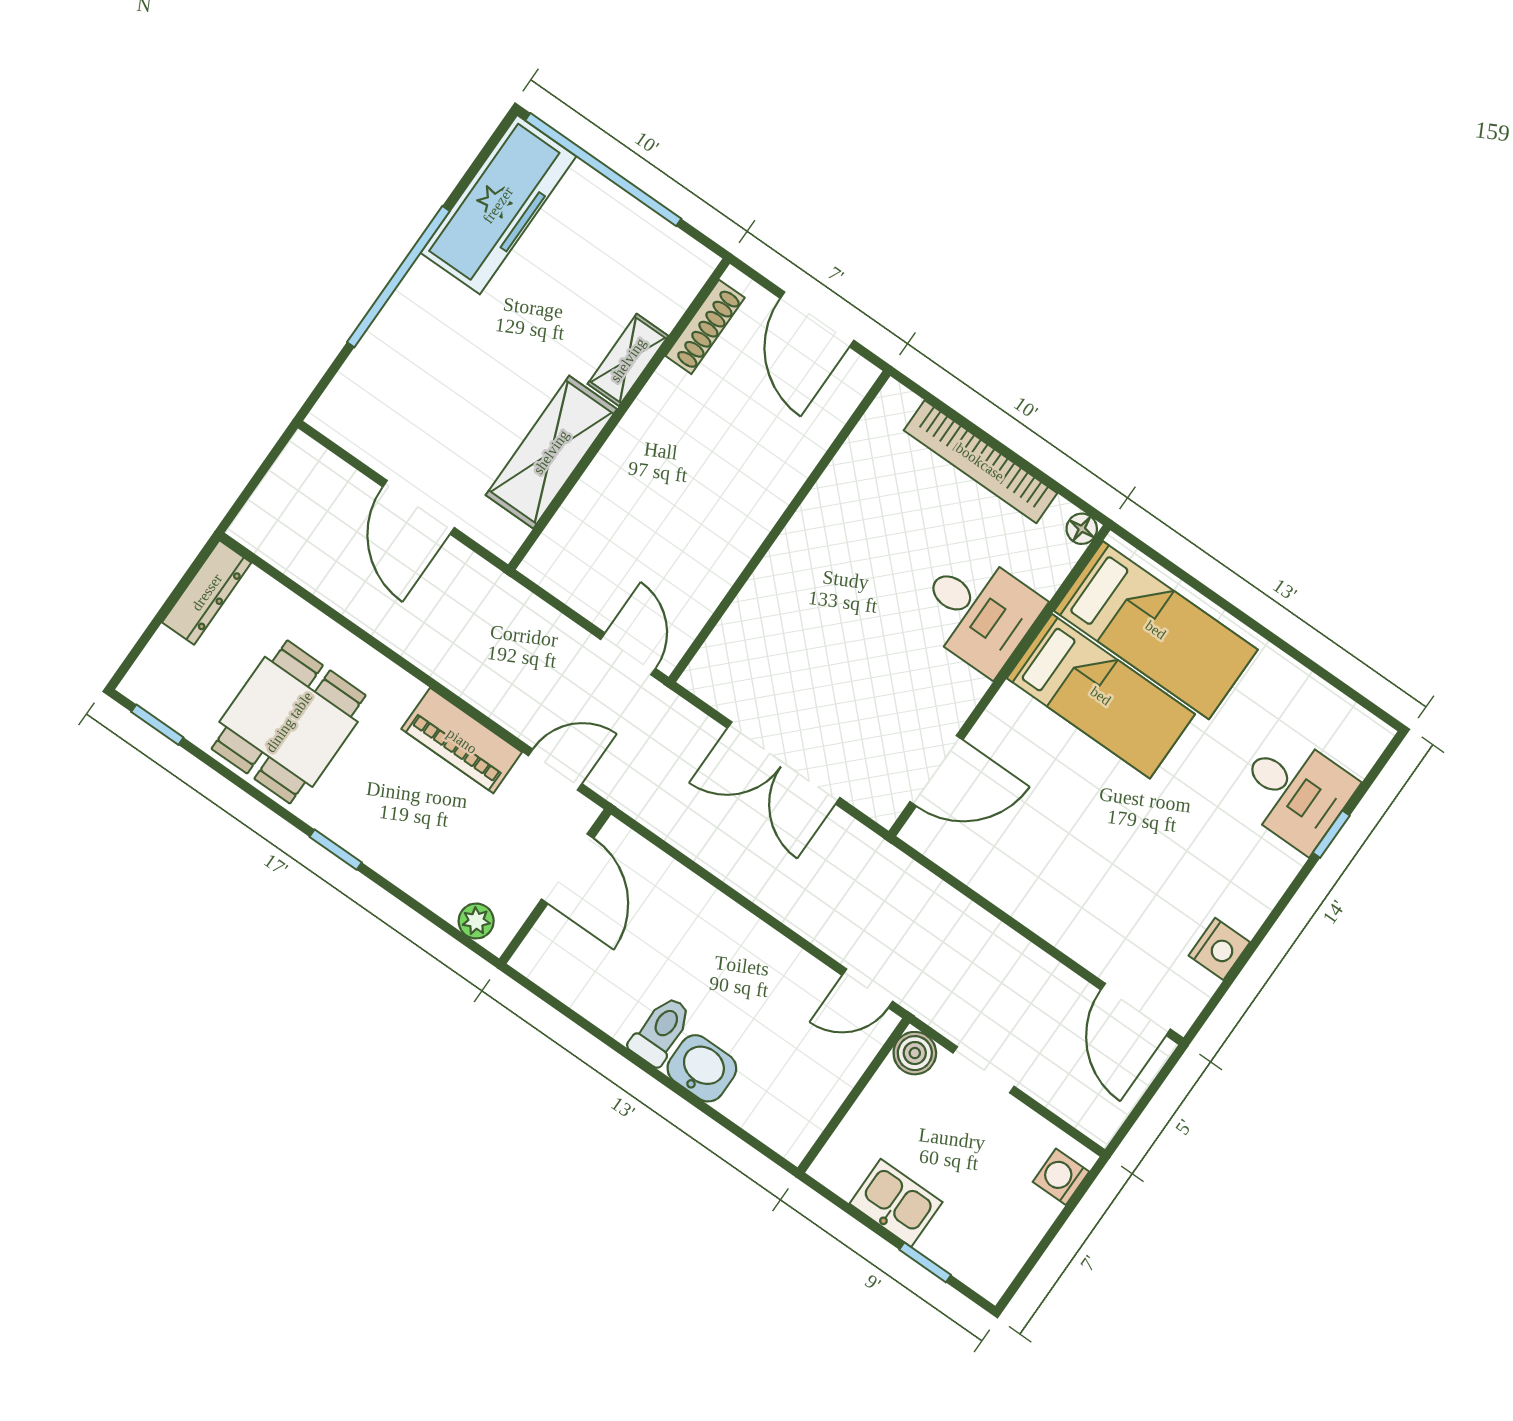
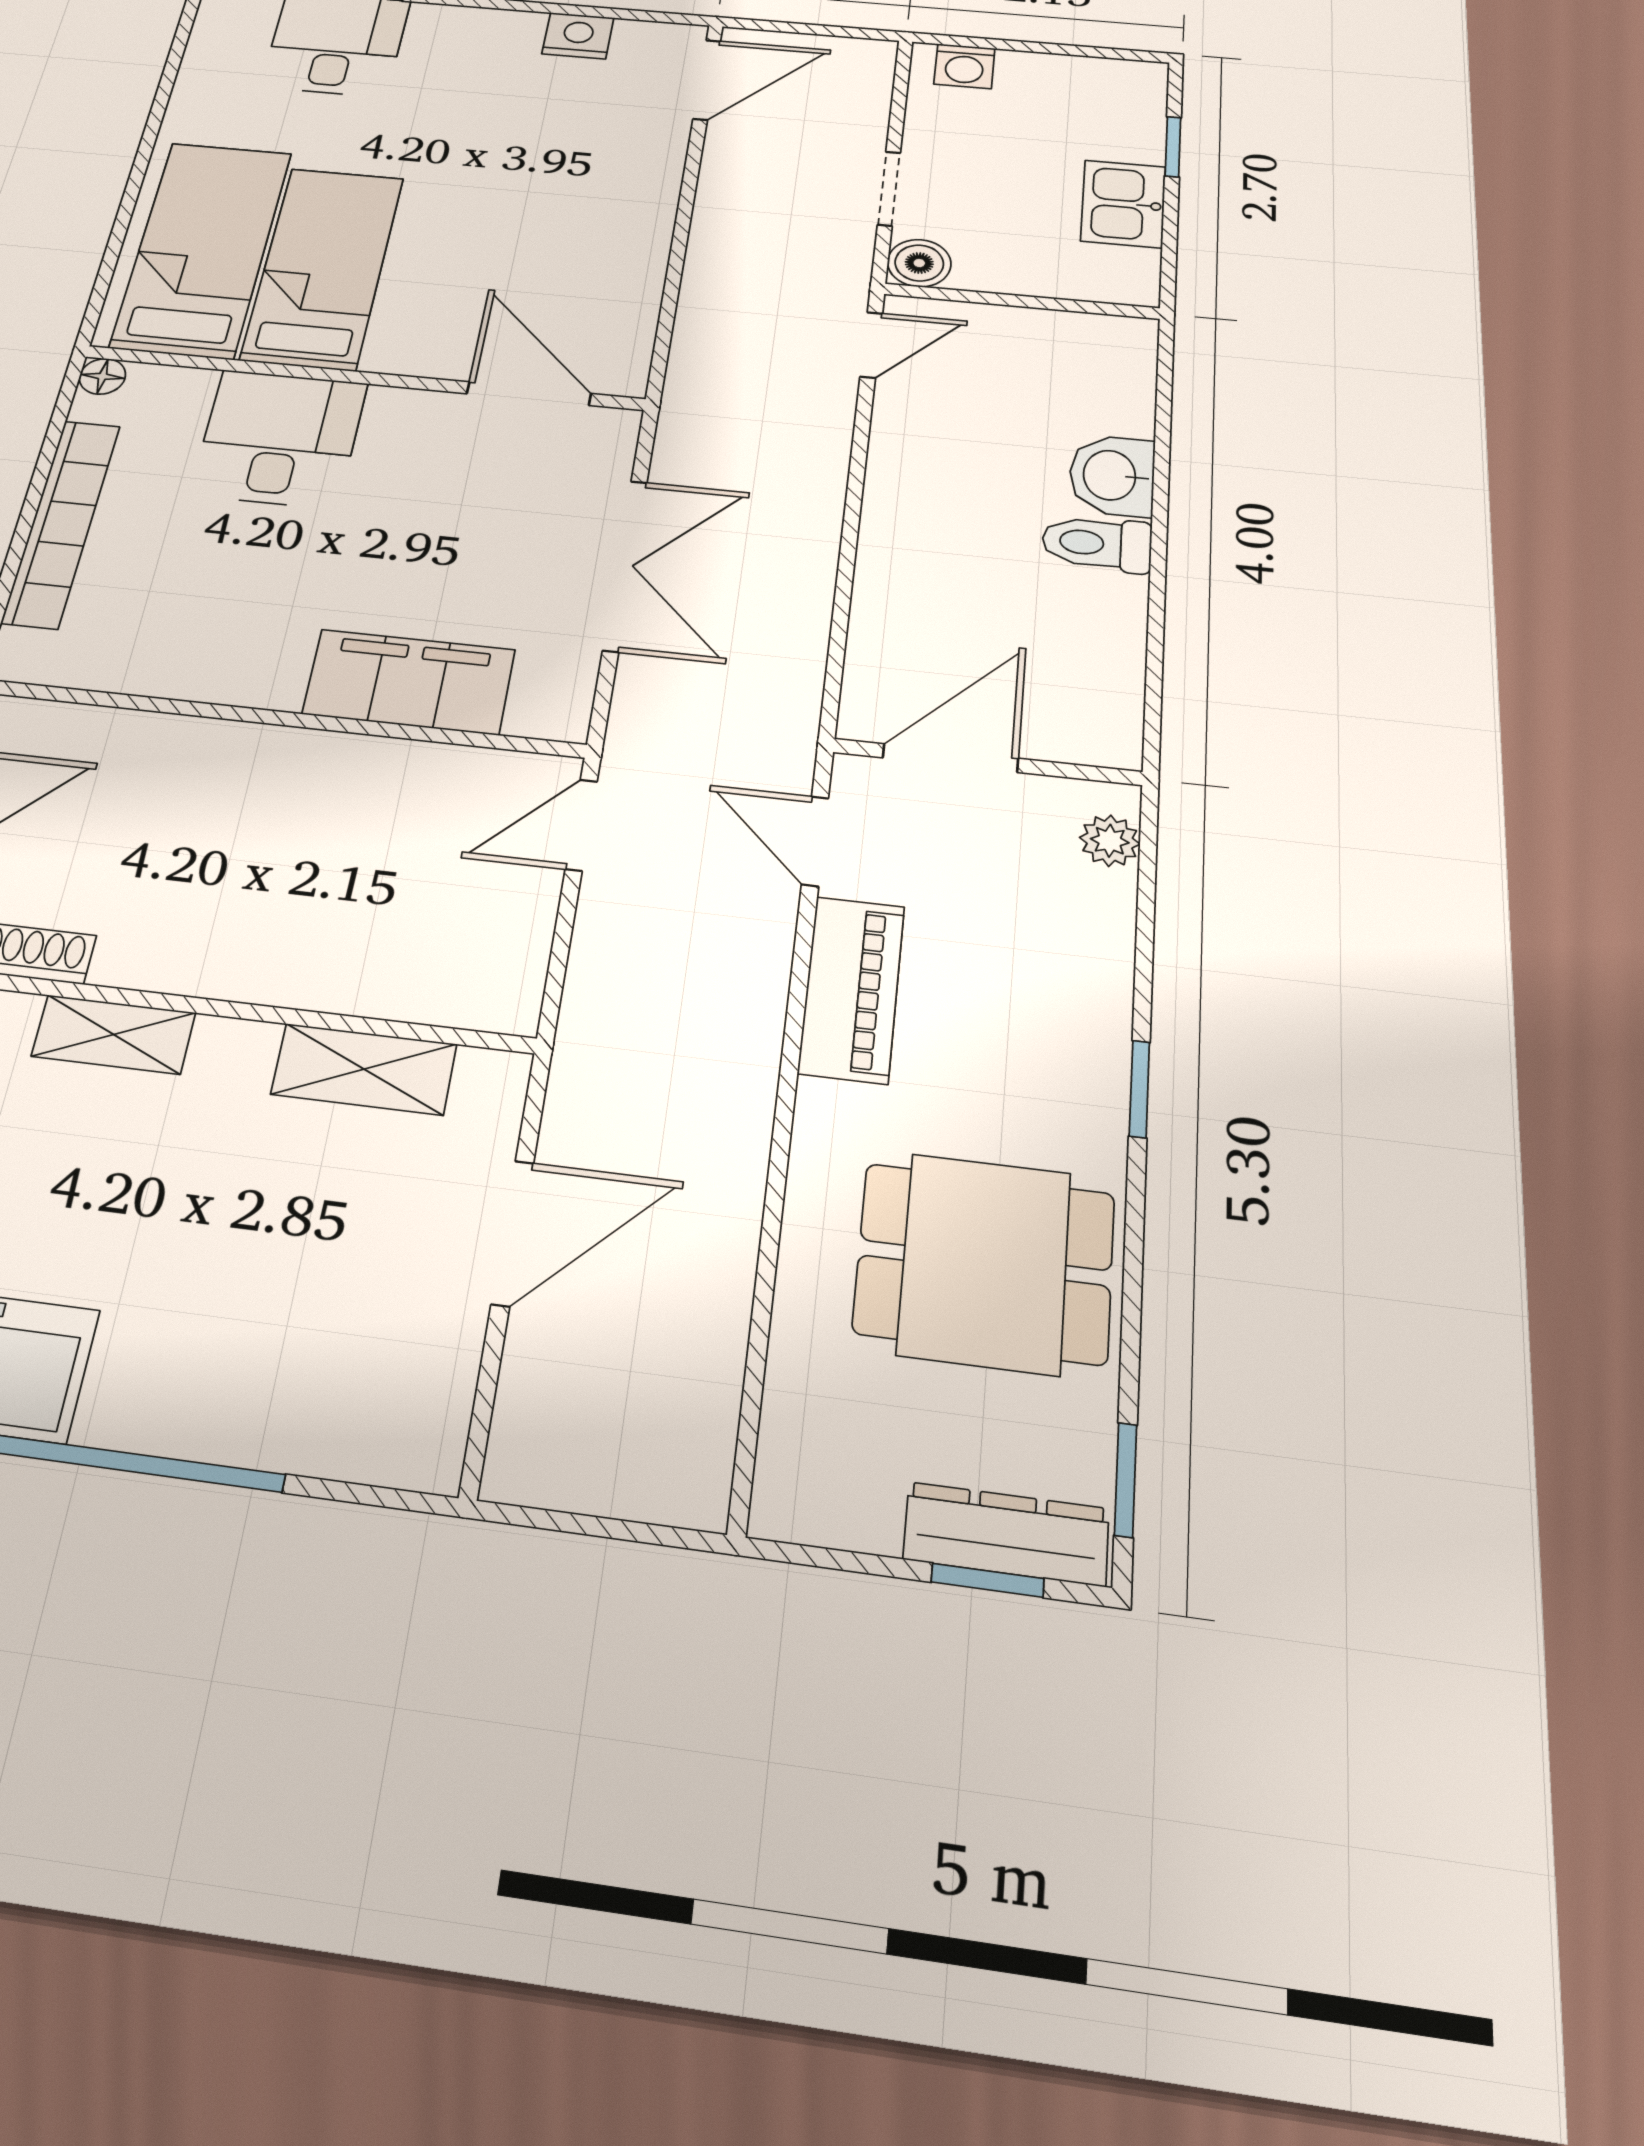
shelving: (551, 452) -> (364, 1069), width x0.67, depth x0.75
dresser: (207, 592) -> (1006, 1534), moved
filing cabinet: (767, 607) -> (409, 682), added
window: (146, 637) -> (988, 1580), added
door: (867, 988) -> (871, 345), hinge flipped

